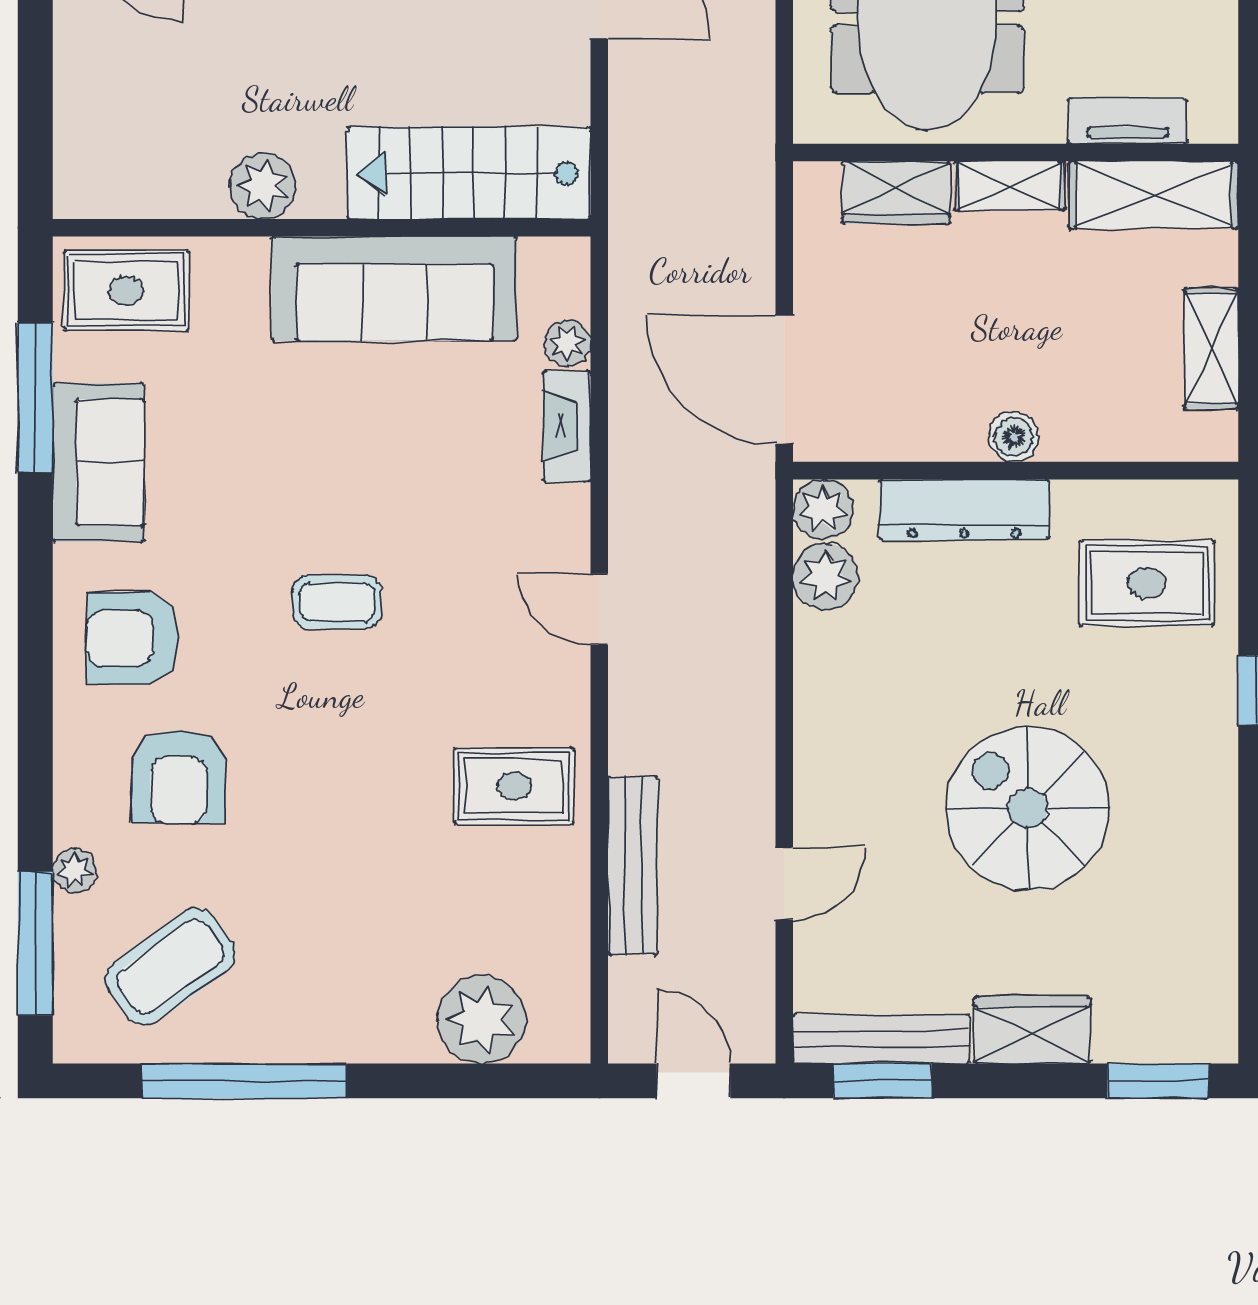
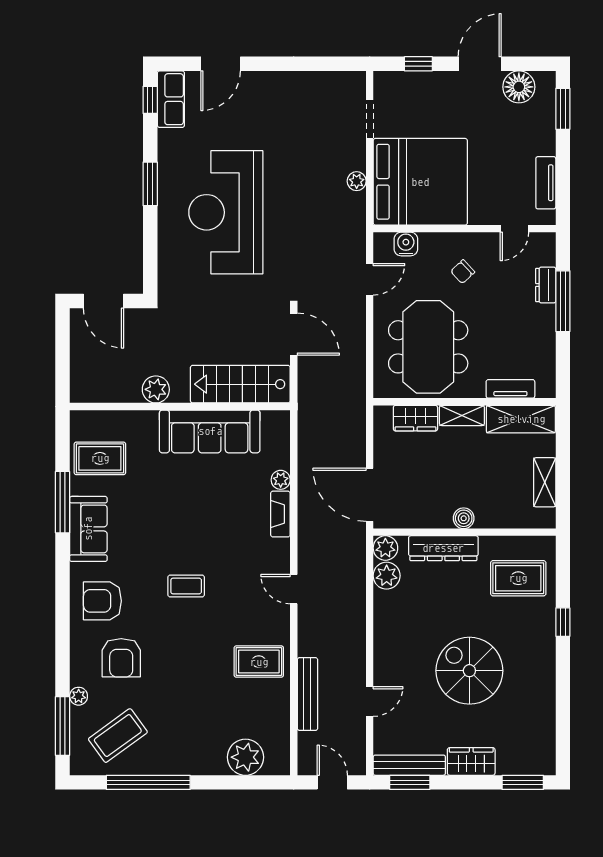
stairs: (469, 173) -> (240, 384), moved
plant: (263, 186) -> (156, 389), moved
wall: (322, 228) -> (180, 407), moved
sofa: (394, 289) -> (210, 431), moved

